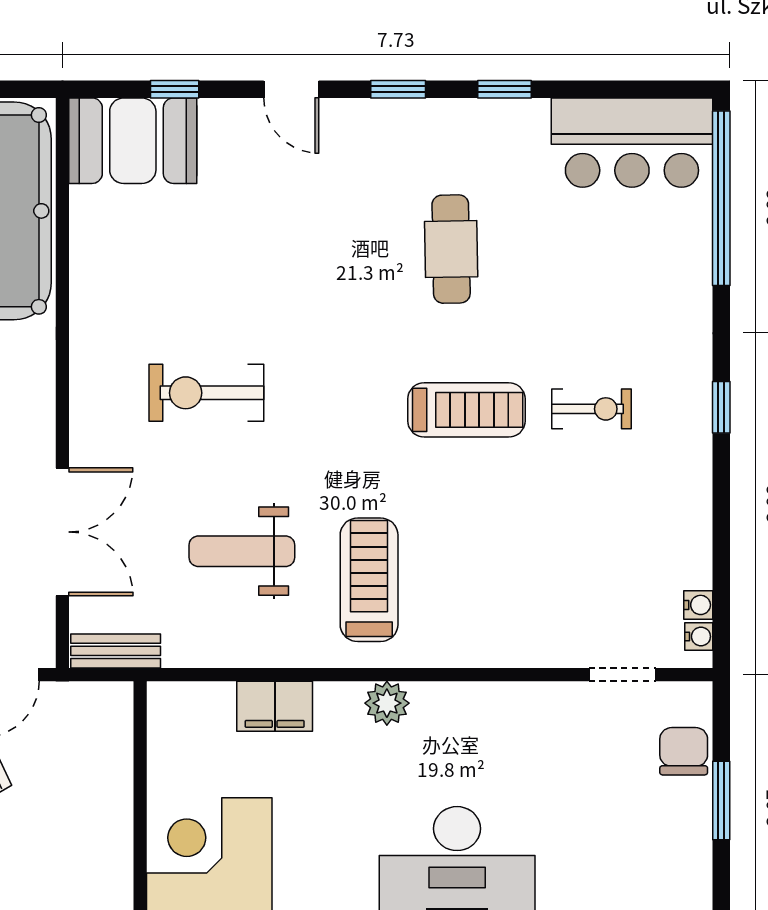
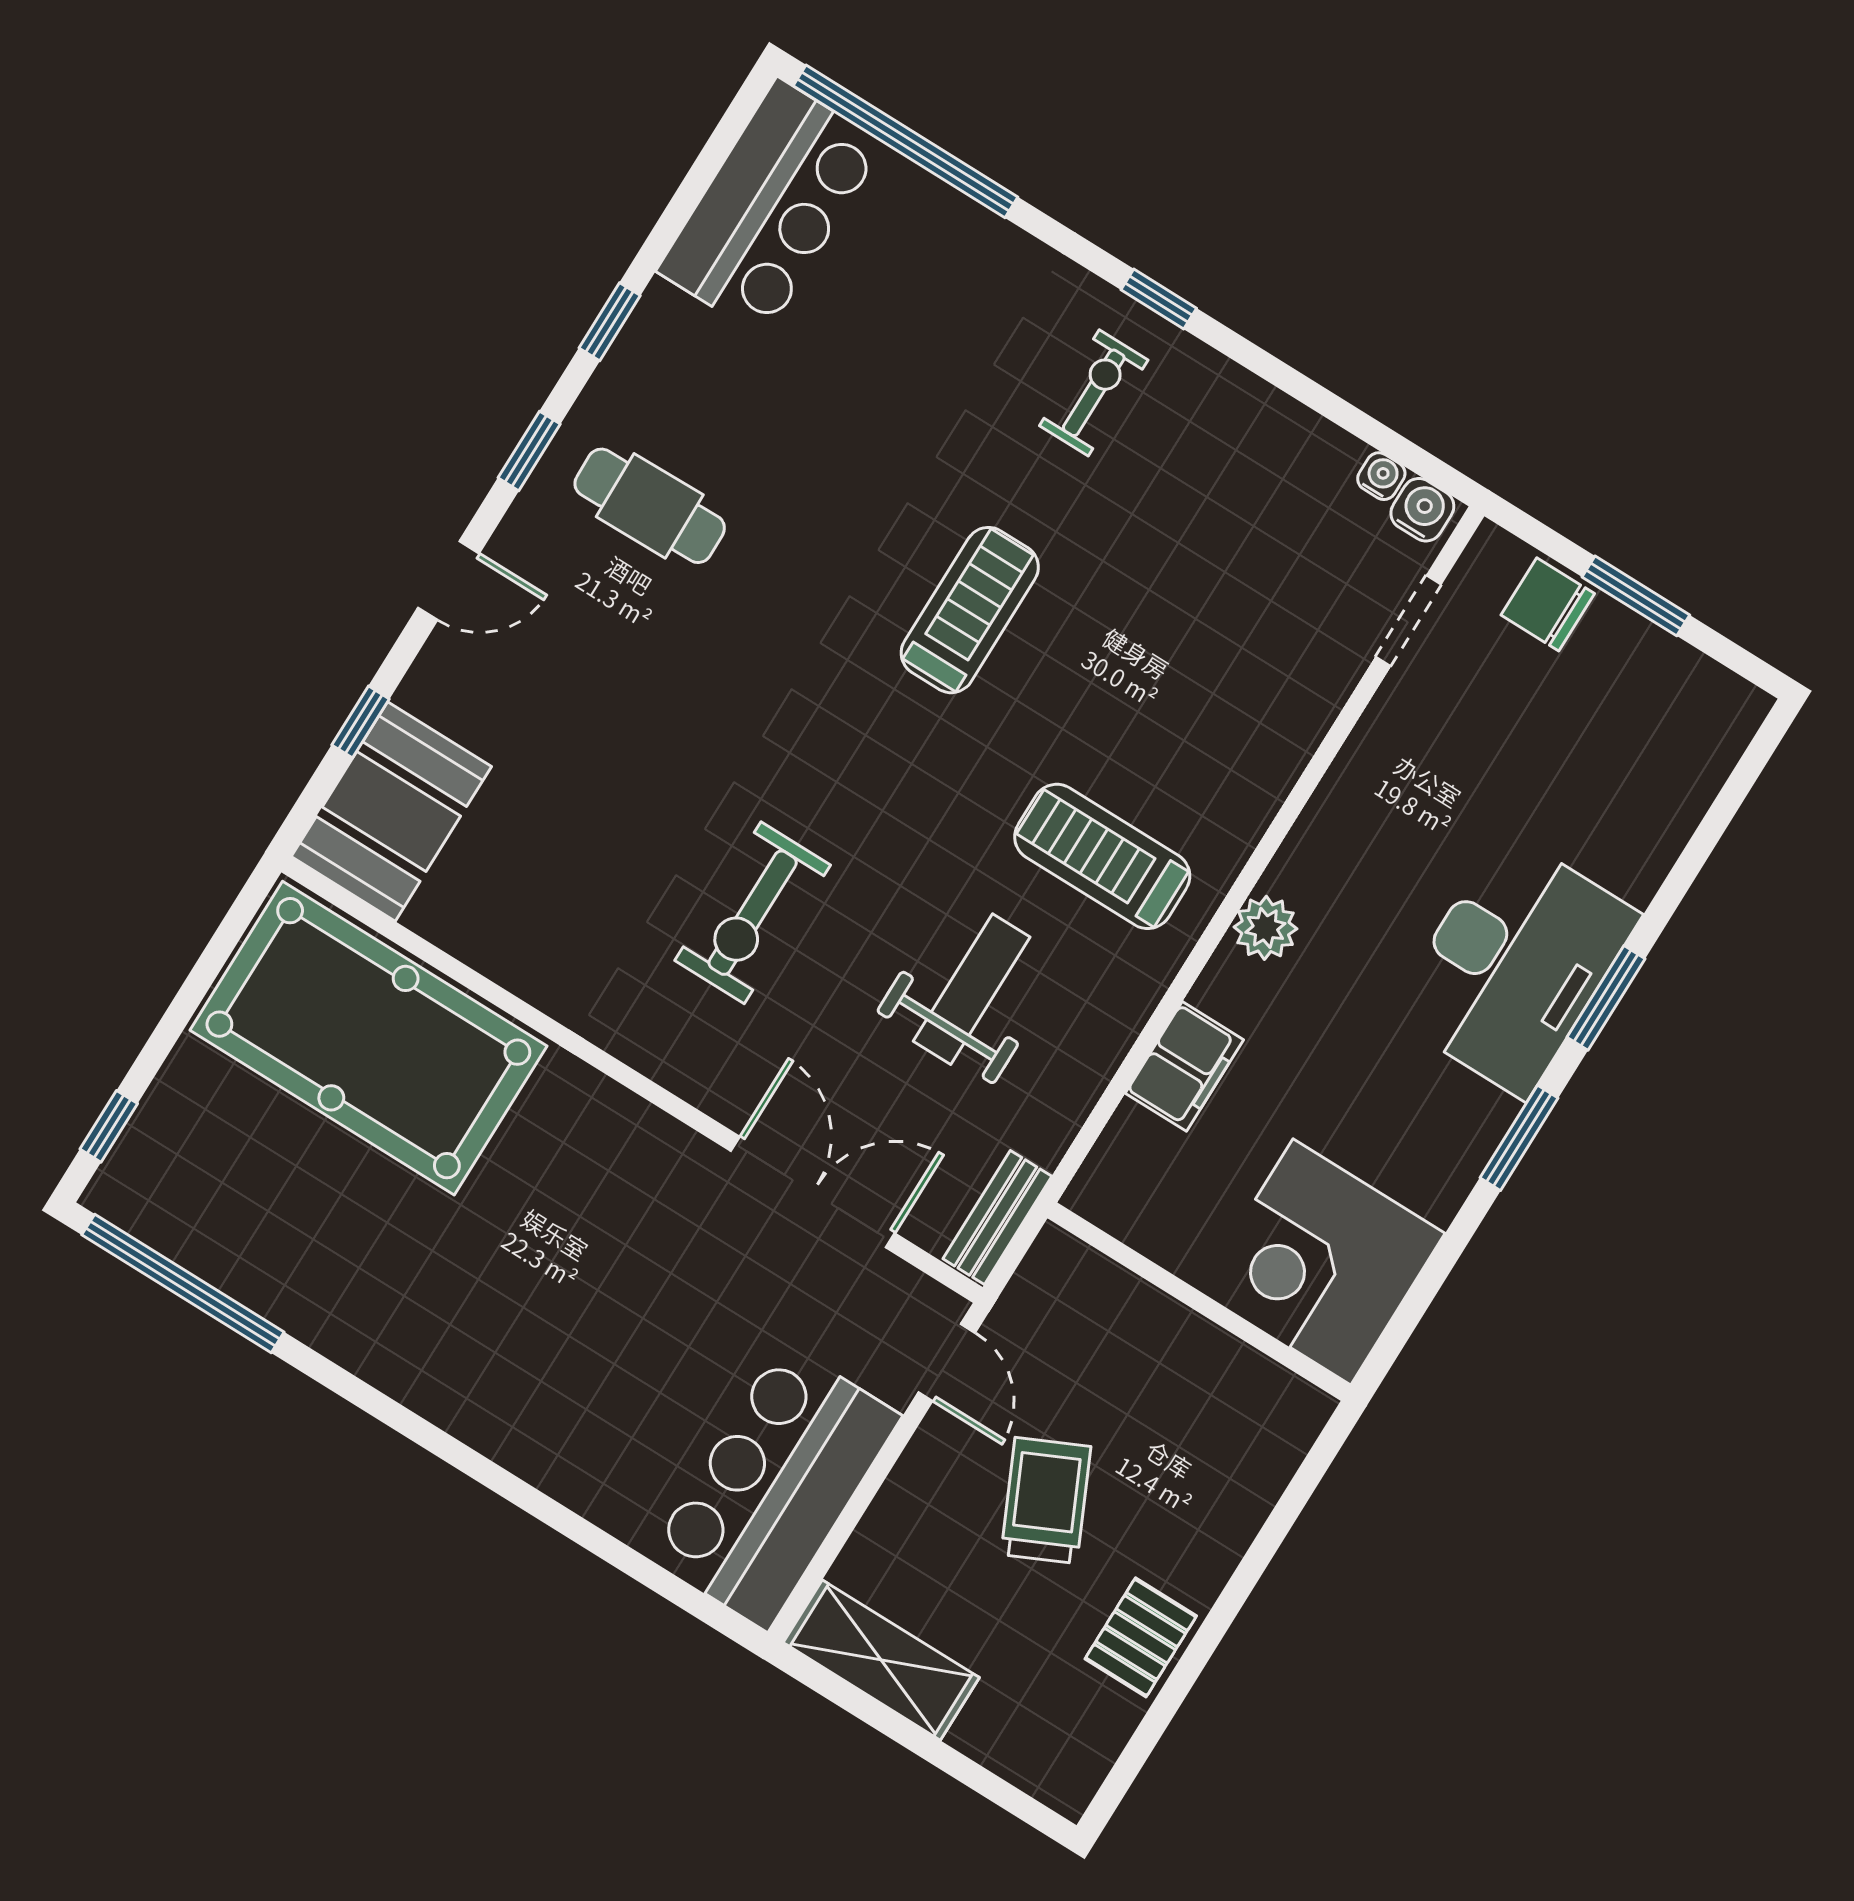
cafe table: (451, 249) -> (650, 506), moved
exercise bike: (591, 409) -> (1094, 393), moved
weight bench: (242, 551) -> (972, 989), turned 180
water cooler: (699, 637) -> (1422, 510), width x1.38, depth x1.38

